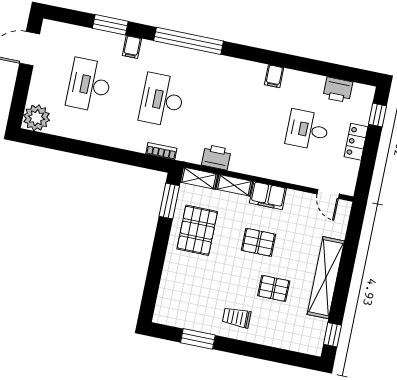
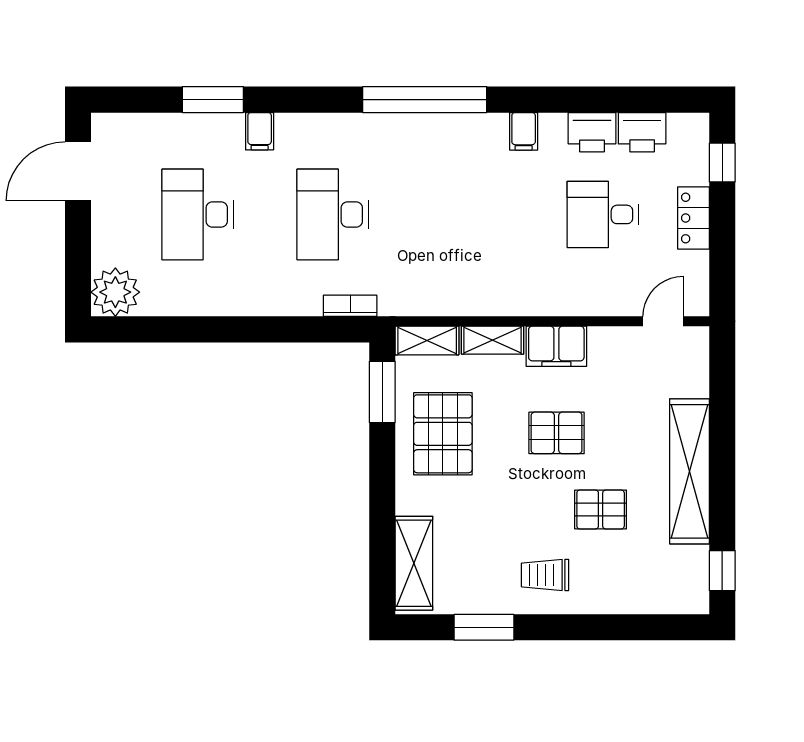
window: (189, 41) -> (425, 100), moved
printer: (216, 157) -> (592, 132), moved, turned 180
door: (328, 194) -> (663, 321), swing flipped
shelving: (167, 297) -> (414, 563), added

